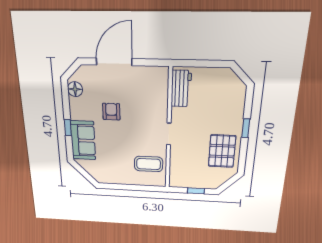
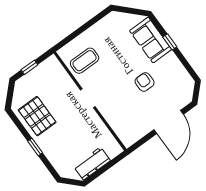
floor lamp: (75, 89) -> (184, 79), removed
workbench: (181, 89) -> (92, 163), moved, turned 90
armchair: (111, 112) -> (145, 82), turned 180

